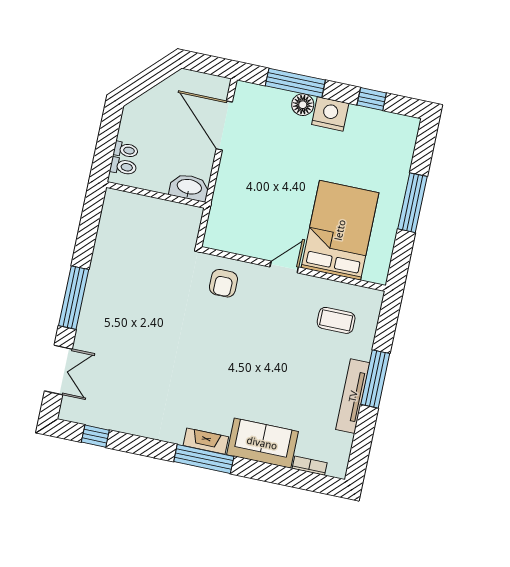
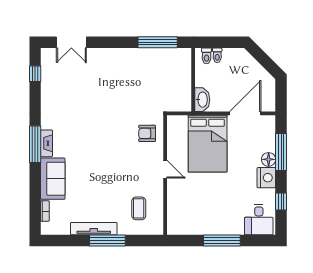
desk: (392, 139) -> (259, 220), added
bed: (340, 230) -> (208, 144), moved, turned 90
window: (74, 298) -> (158, 42), moved

